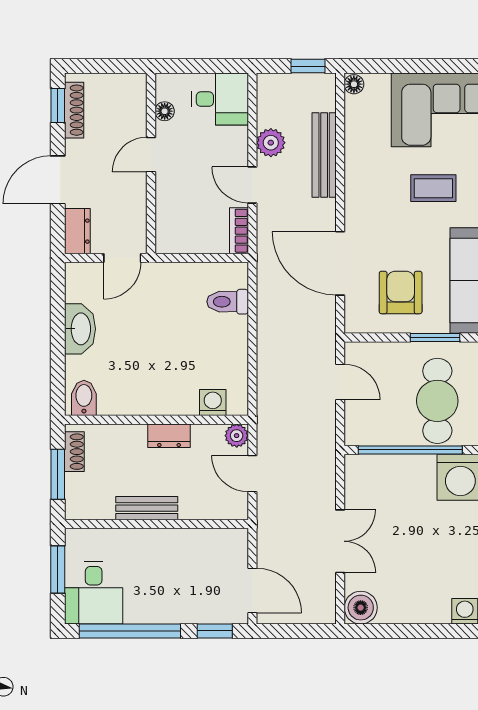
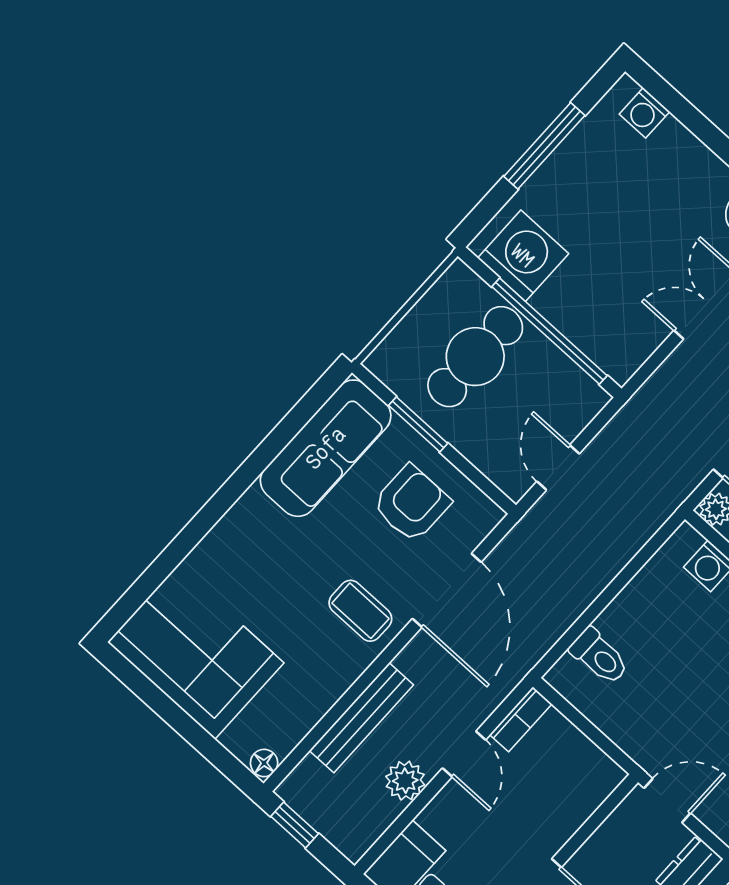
coffee table: (433, 188) -> (360, 611), moved
armchair: (401, 292) -> (411, 503), turned 180

